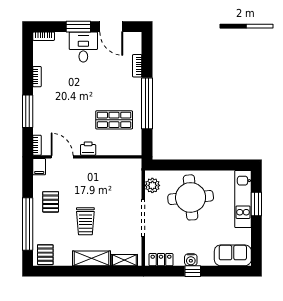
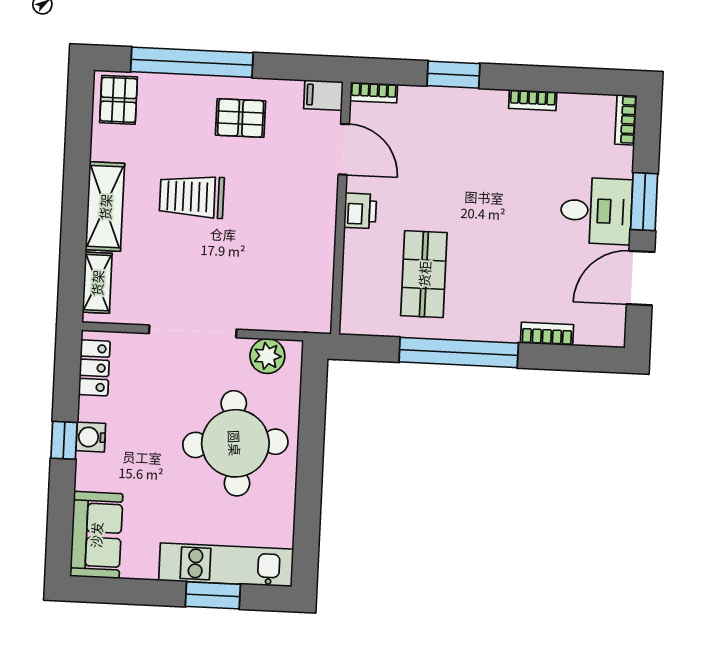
window: (28, 111) -> (453, 75), width x0.69
door: (62, 157) -> (344, 149), hinge flipped
pallet: (45, 255) -> (119, 100), turned 90

